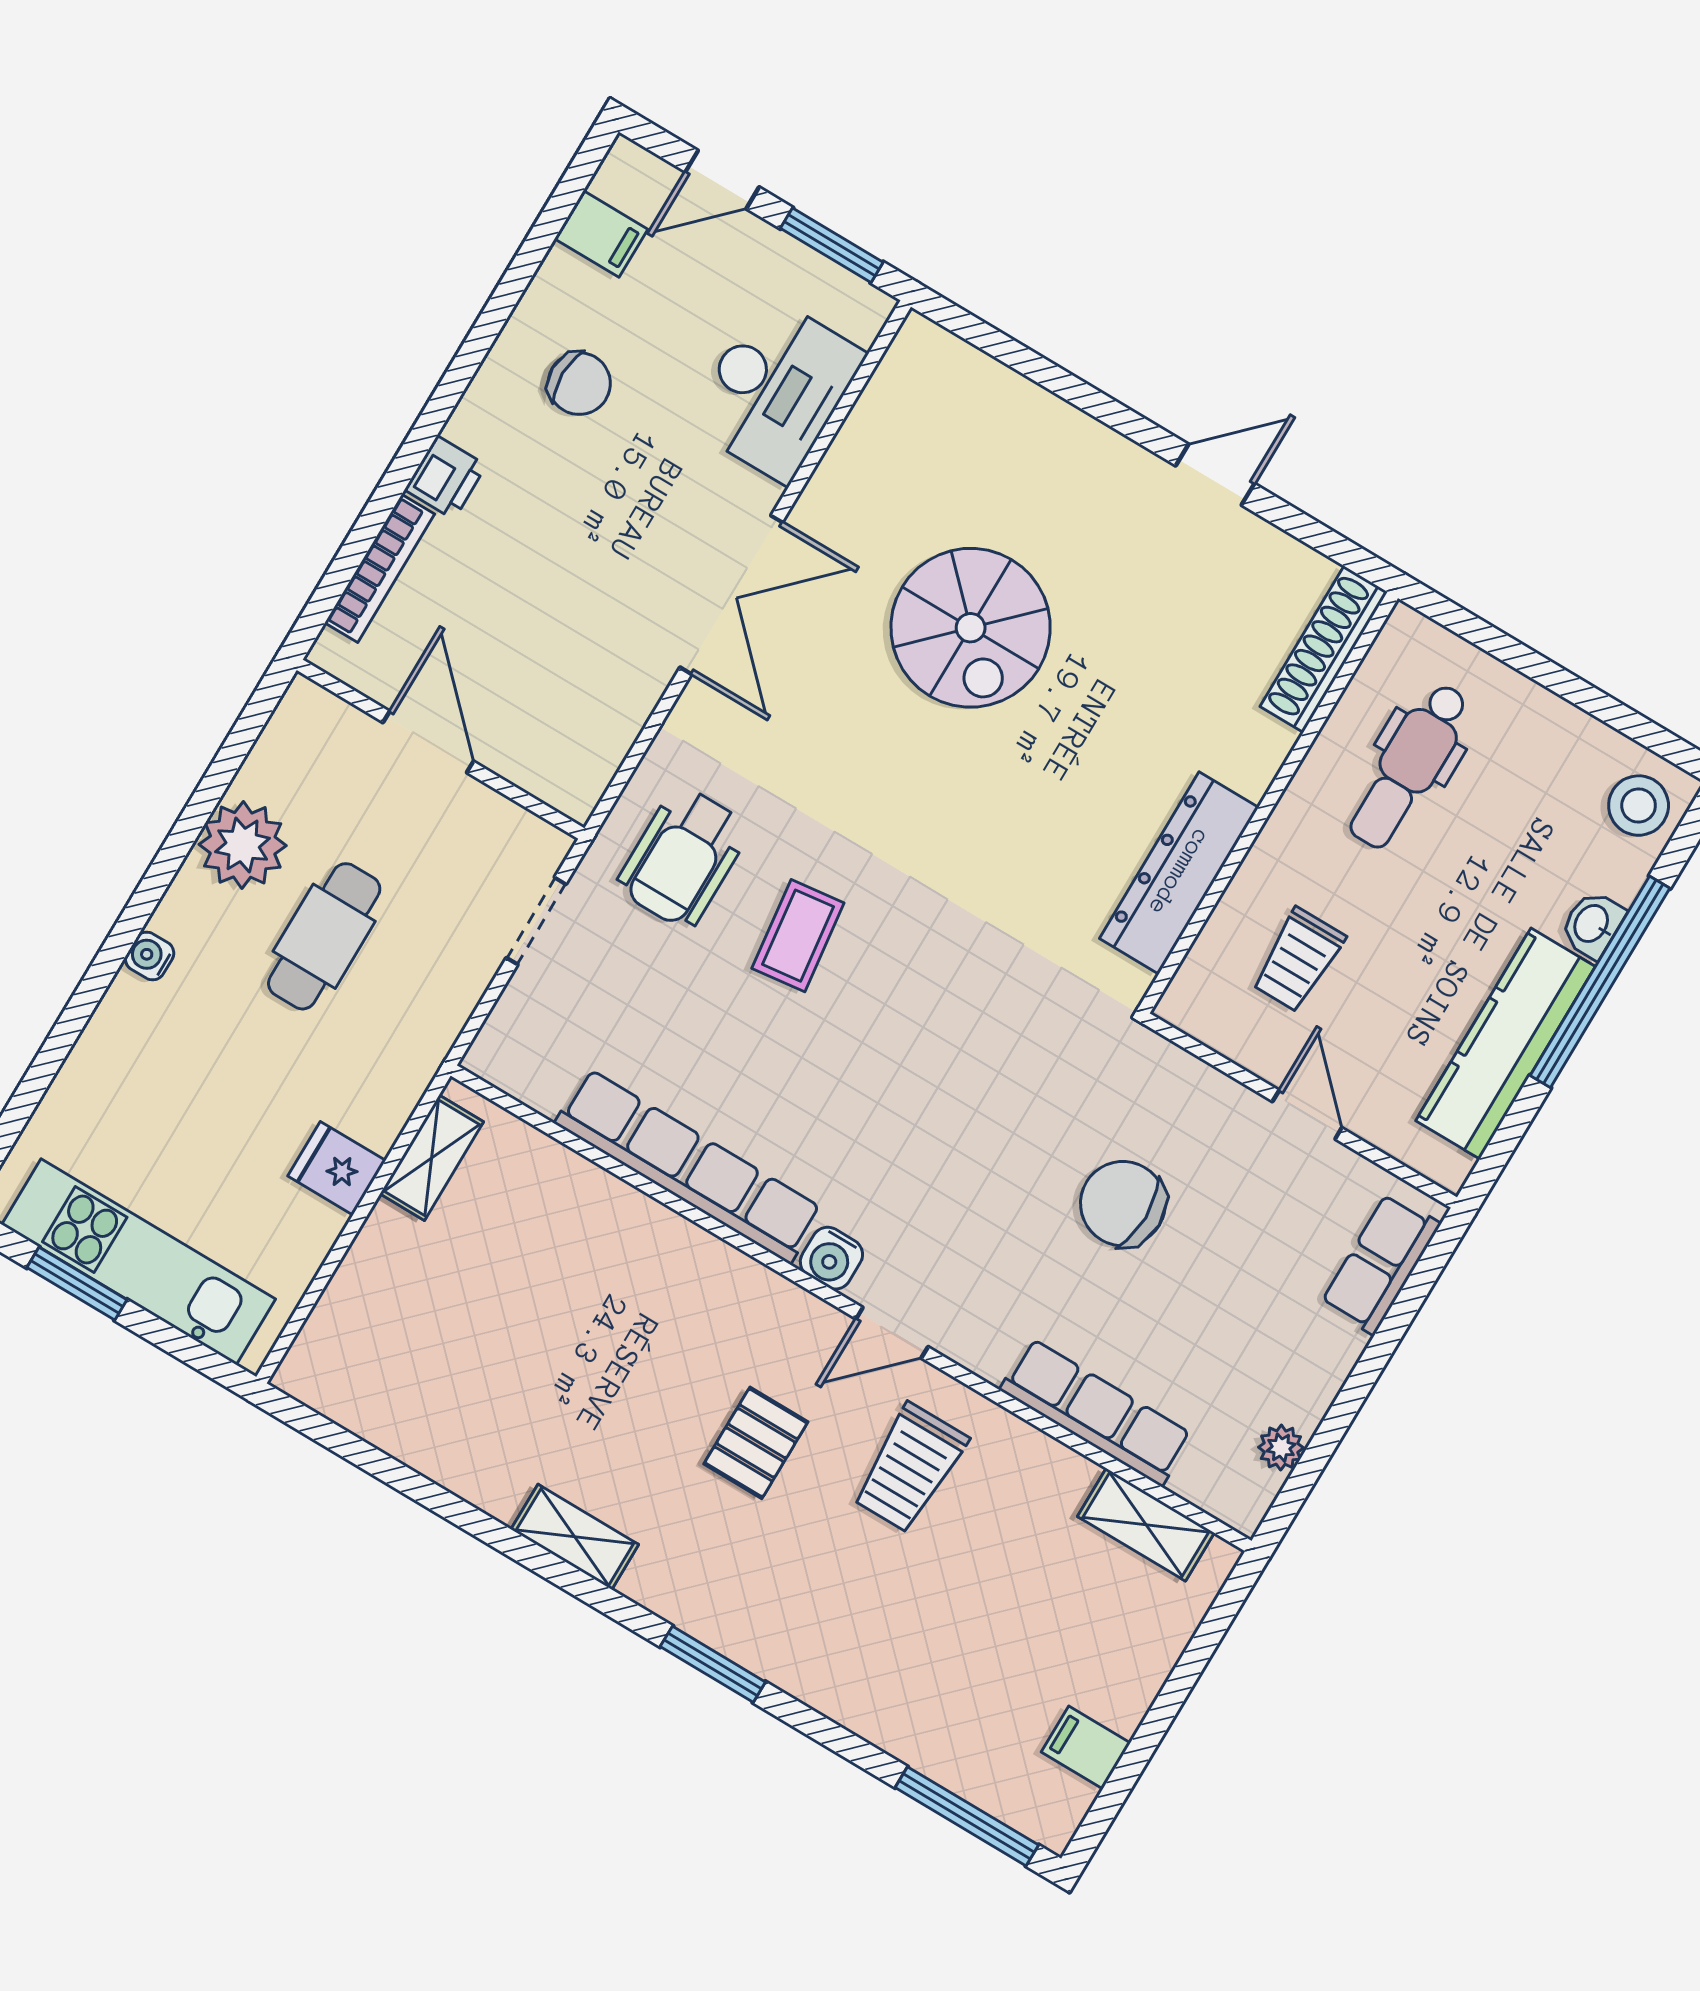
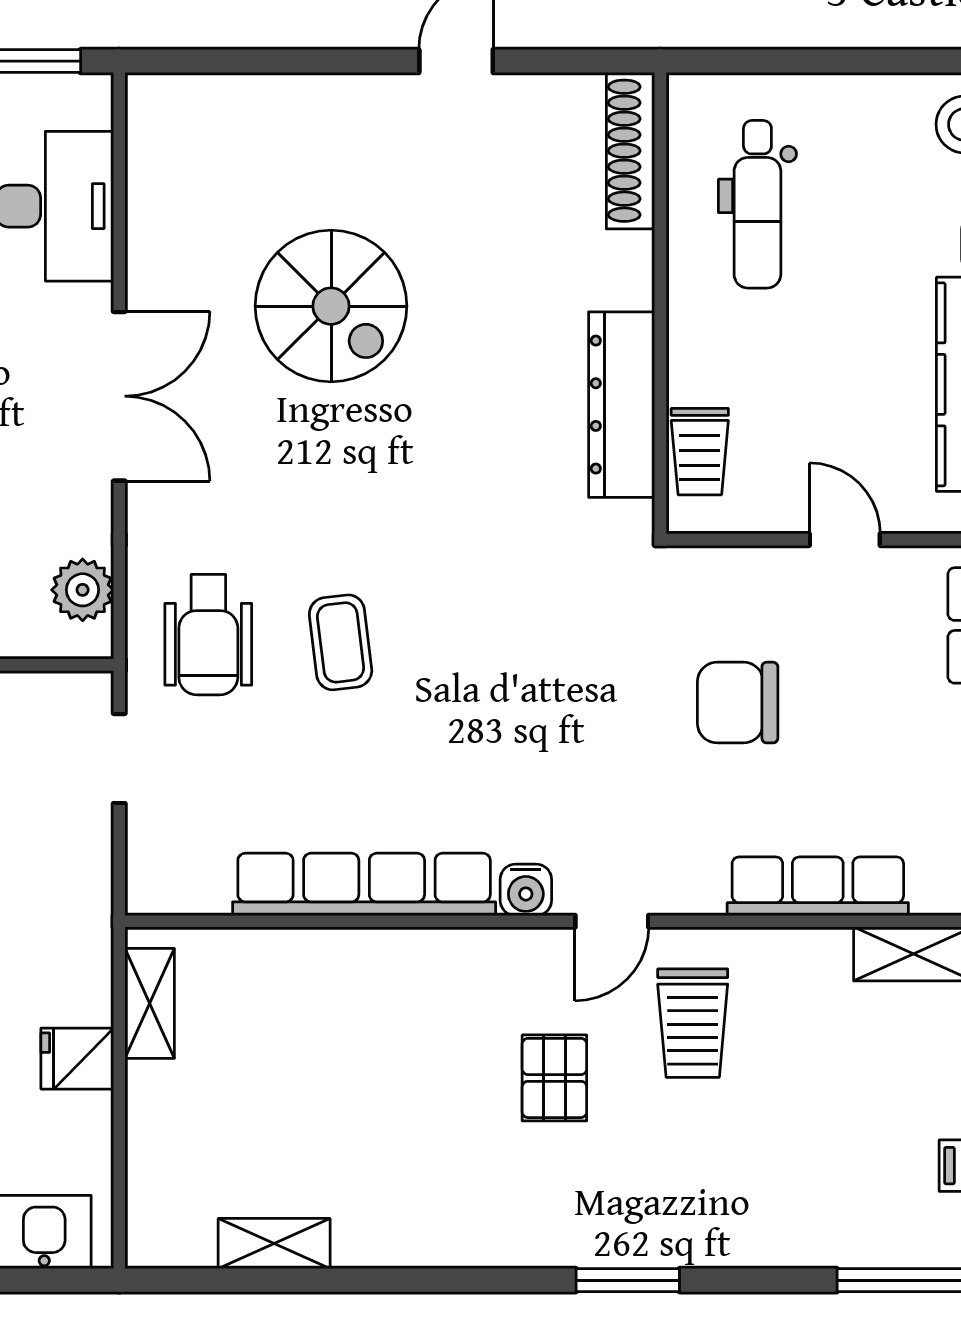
plant: (594, 749) -> (83, 590), added
trolley: (1298, 960) -> (700, 452), moved
shelving: (575, 1537) -> (274, 1244), moved

